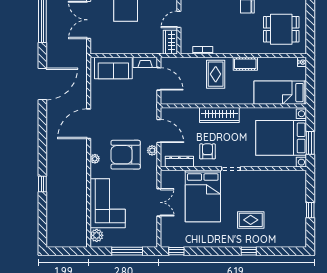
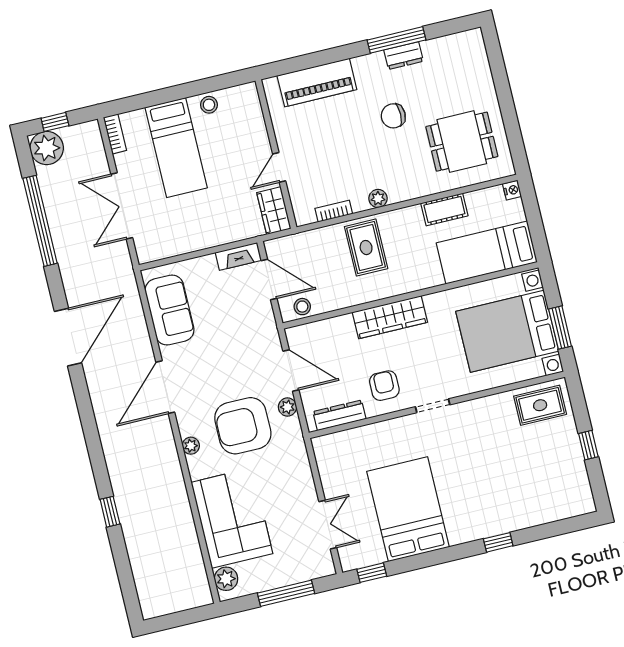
plant: (228, 49) -> (378, 198), added
cot: (245, 64) -> (444, 209), moved
sofa: (113, 68) -> (170, 310), moved, turned -90
stool: (173, 98) -> (302, 307), added
bed: (203, 196) -> (408, 509), moved, turned 180
double door: (159, 202) -> (328, 525), moved
rug: (251, 220) -> (540, 405), moved

